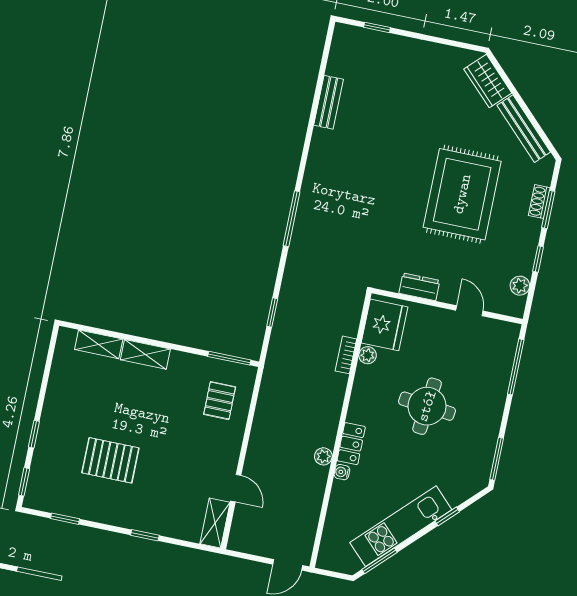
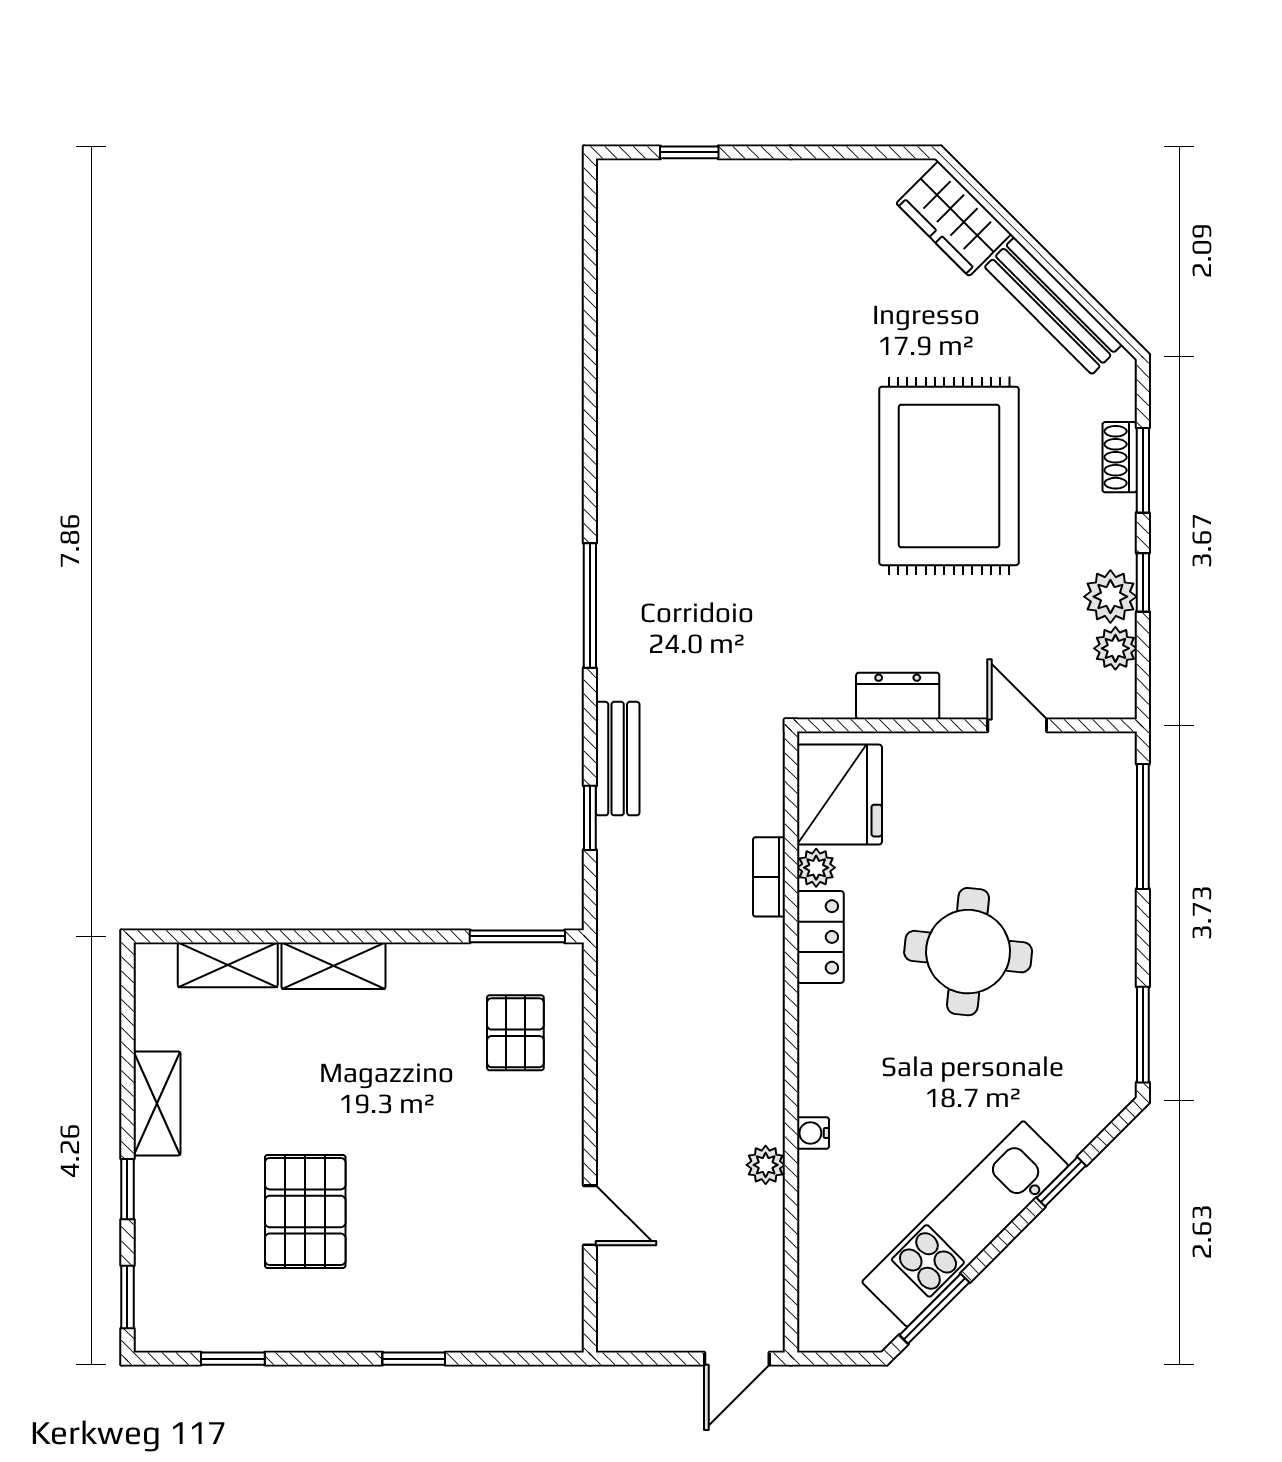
bench: (329, 102) -> (618, 759), moved
plant: (522, 262) -> (1110, 597), added
locker: (351, 444) -> (820, 937), moved
plant: (323, 456) -> (766, 1165), moved
pallet: (110, 460) -> (305, 1211), turned 90
shelving: (215, 523) -> (157, 1103), moved

